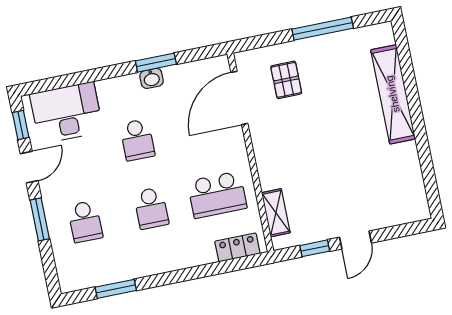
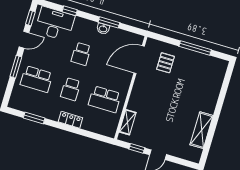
window: (80, 78) -> (70, 11), added
shelving: (393, 94) -> (202, 130), moved, width x0.68
school desk: (85, 222) -> (37, 79), width x1.85
locker: (237, 247) -> (70, 120), moved

